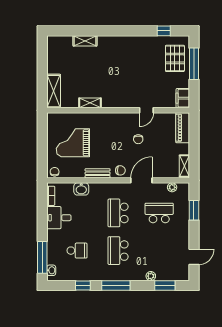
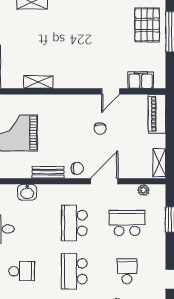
filing cabinet: (183, 98) -> (141, 80), moved, turned 90
school desk: (159, 251) -> (127, 271), added

